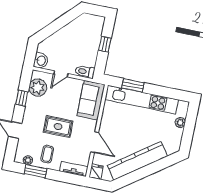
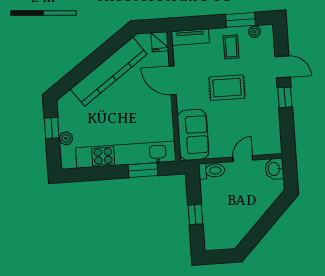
plant: (38, 88) -> (269, 132), removed
window: (22, 98) -> (285, 97), moved
window: (188, 133) -> (52, 128), added

